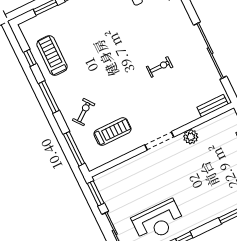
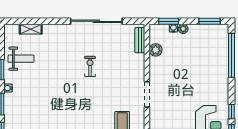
plant: (191, 137) -> (156, 50), moved

